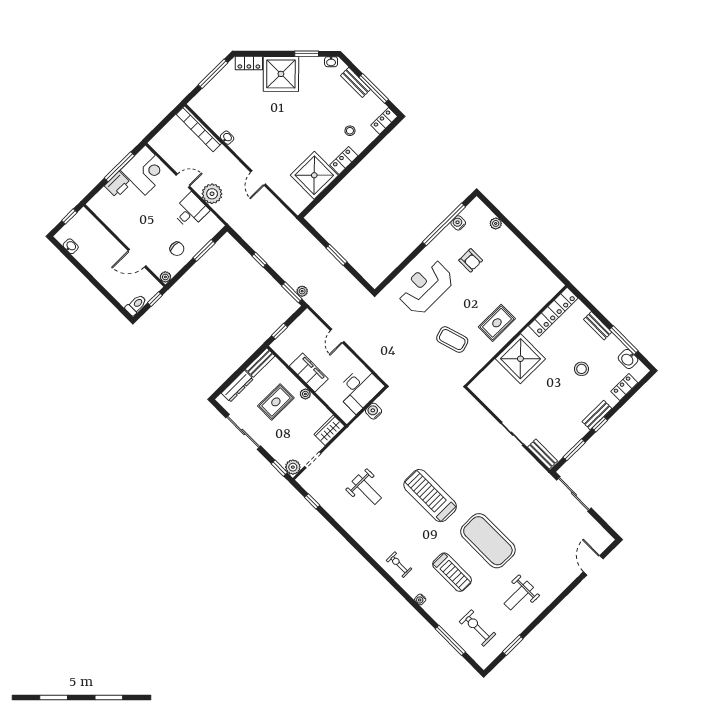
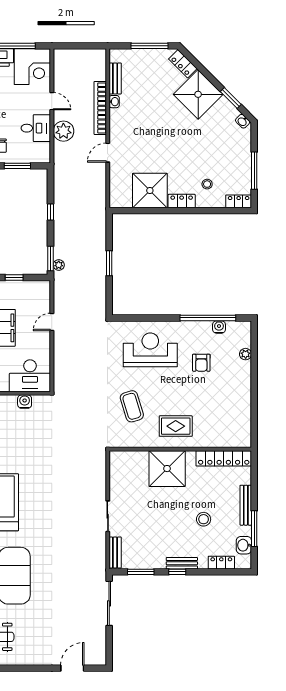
bench: (356, 82) -> (115, 79), moved
bookcase: (199, 129) -> (100, 108), moved
bench: (598, 326) -> (246, 505), width x1.36

